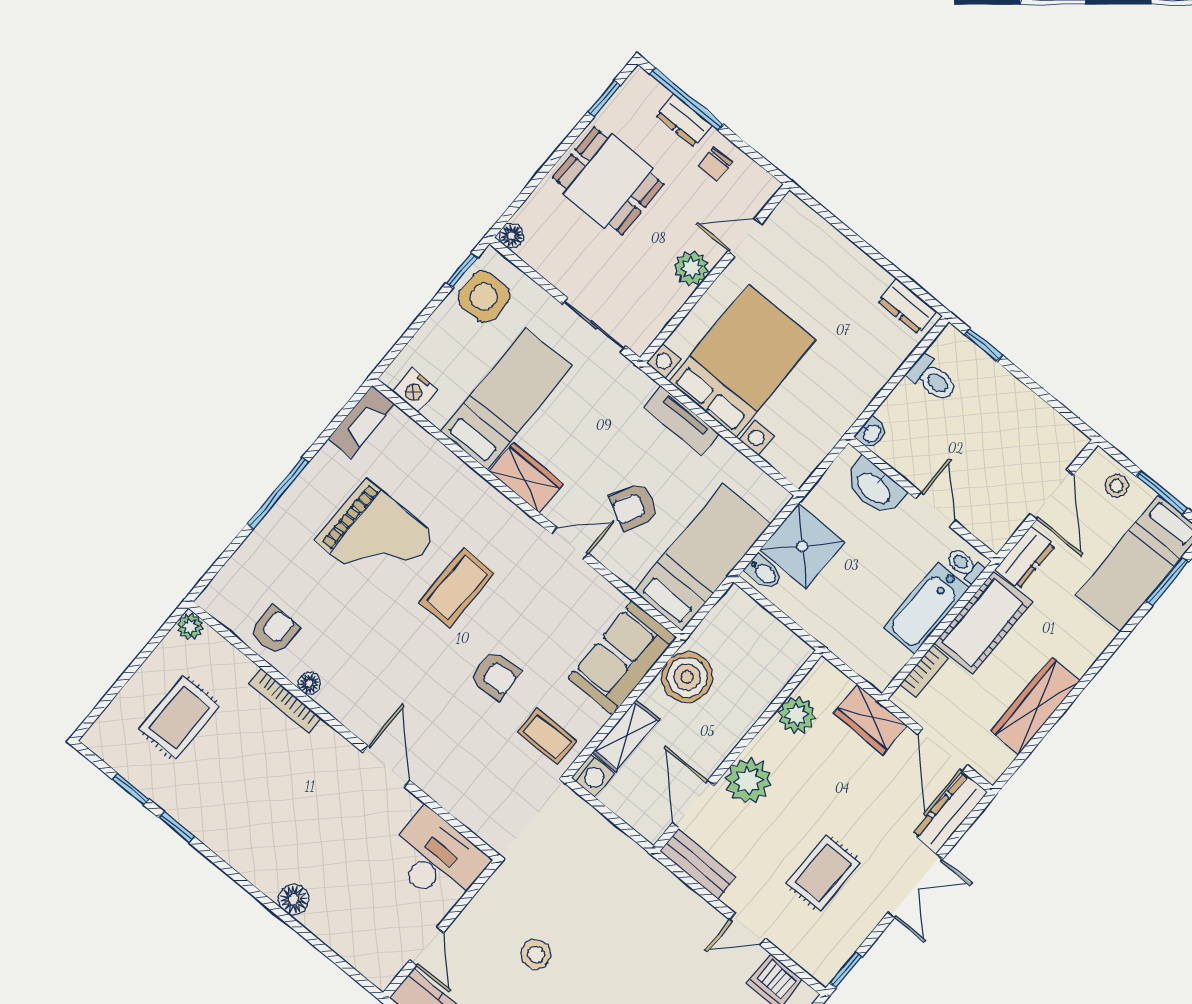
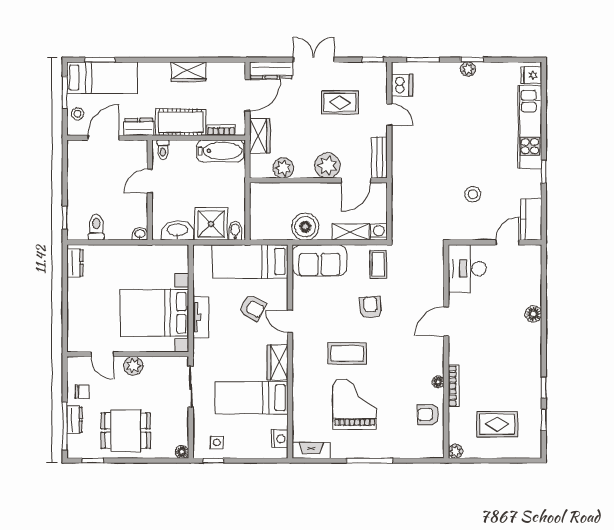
dining table: (608, 181) -> (126, 431), turned 90
side table: (484, 297) -> (217, 442), width x0.54, depth x0.54
washbasin: (874, 487) -> (177, 231), moved, turned -90
bathtub: (926, 608) -> (220, 151), moved
wardrobe: (1035, 706) -> (188, 72), width x0.67

